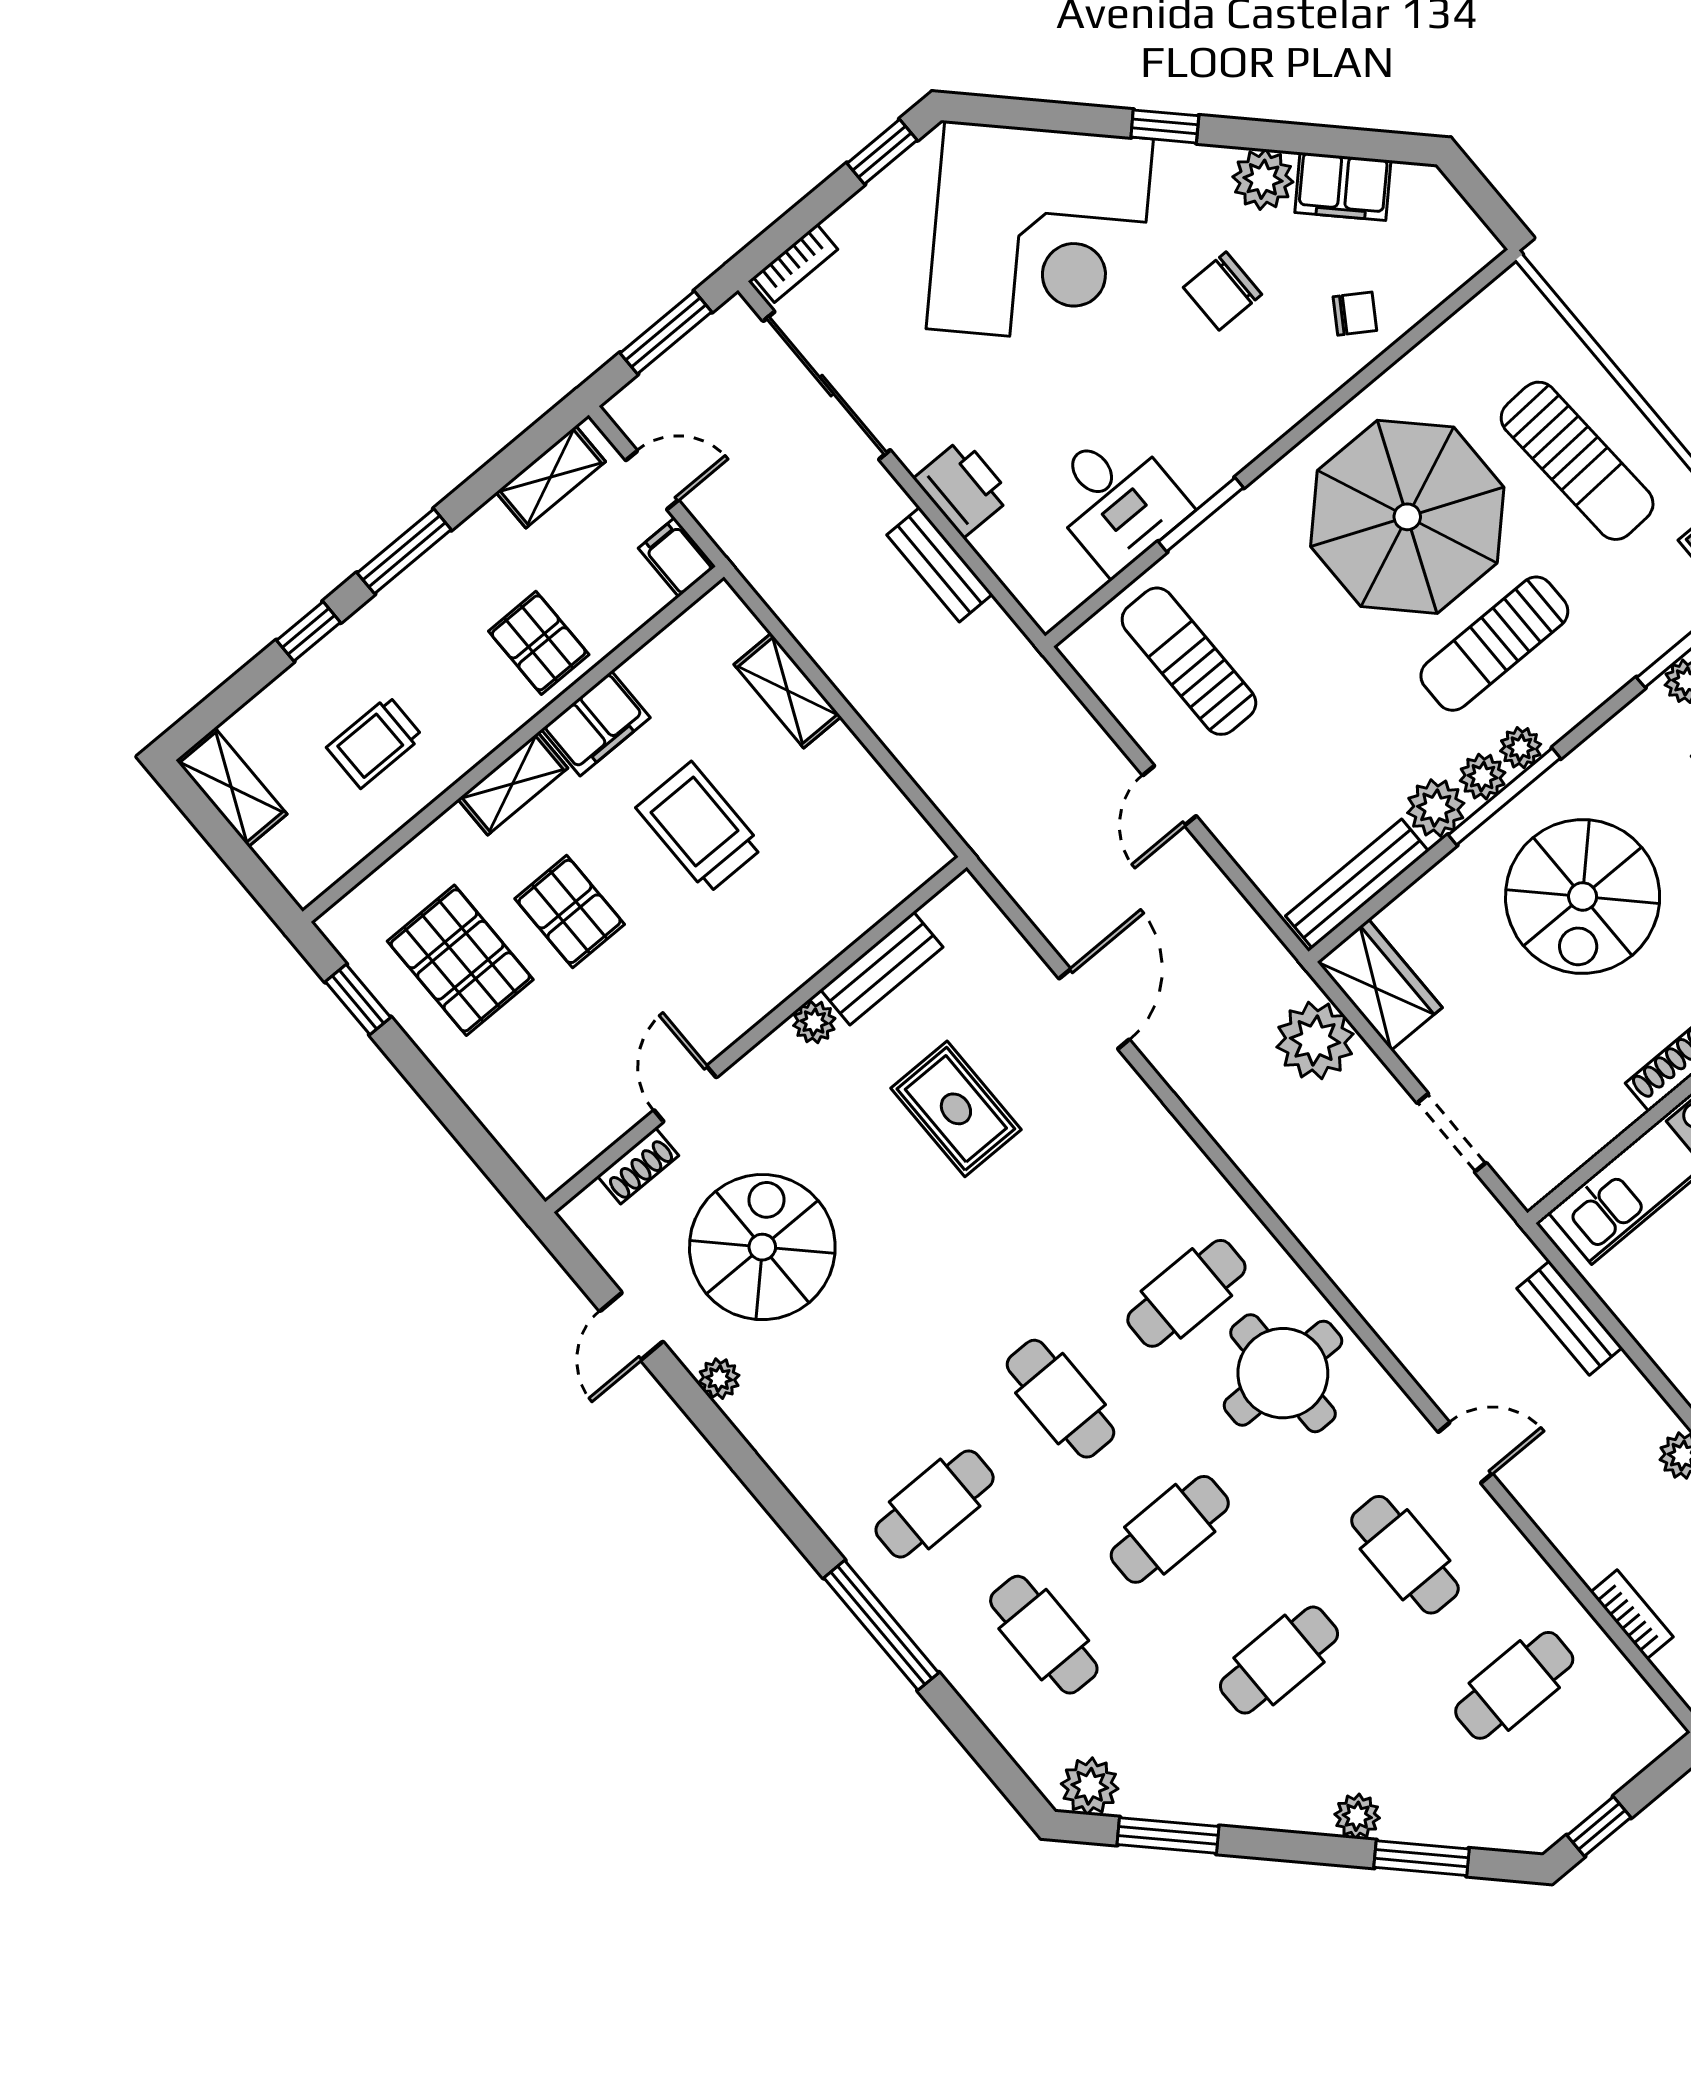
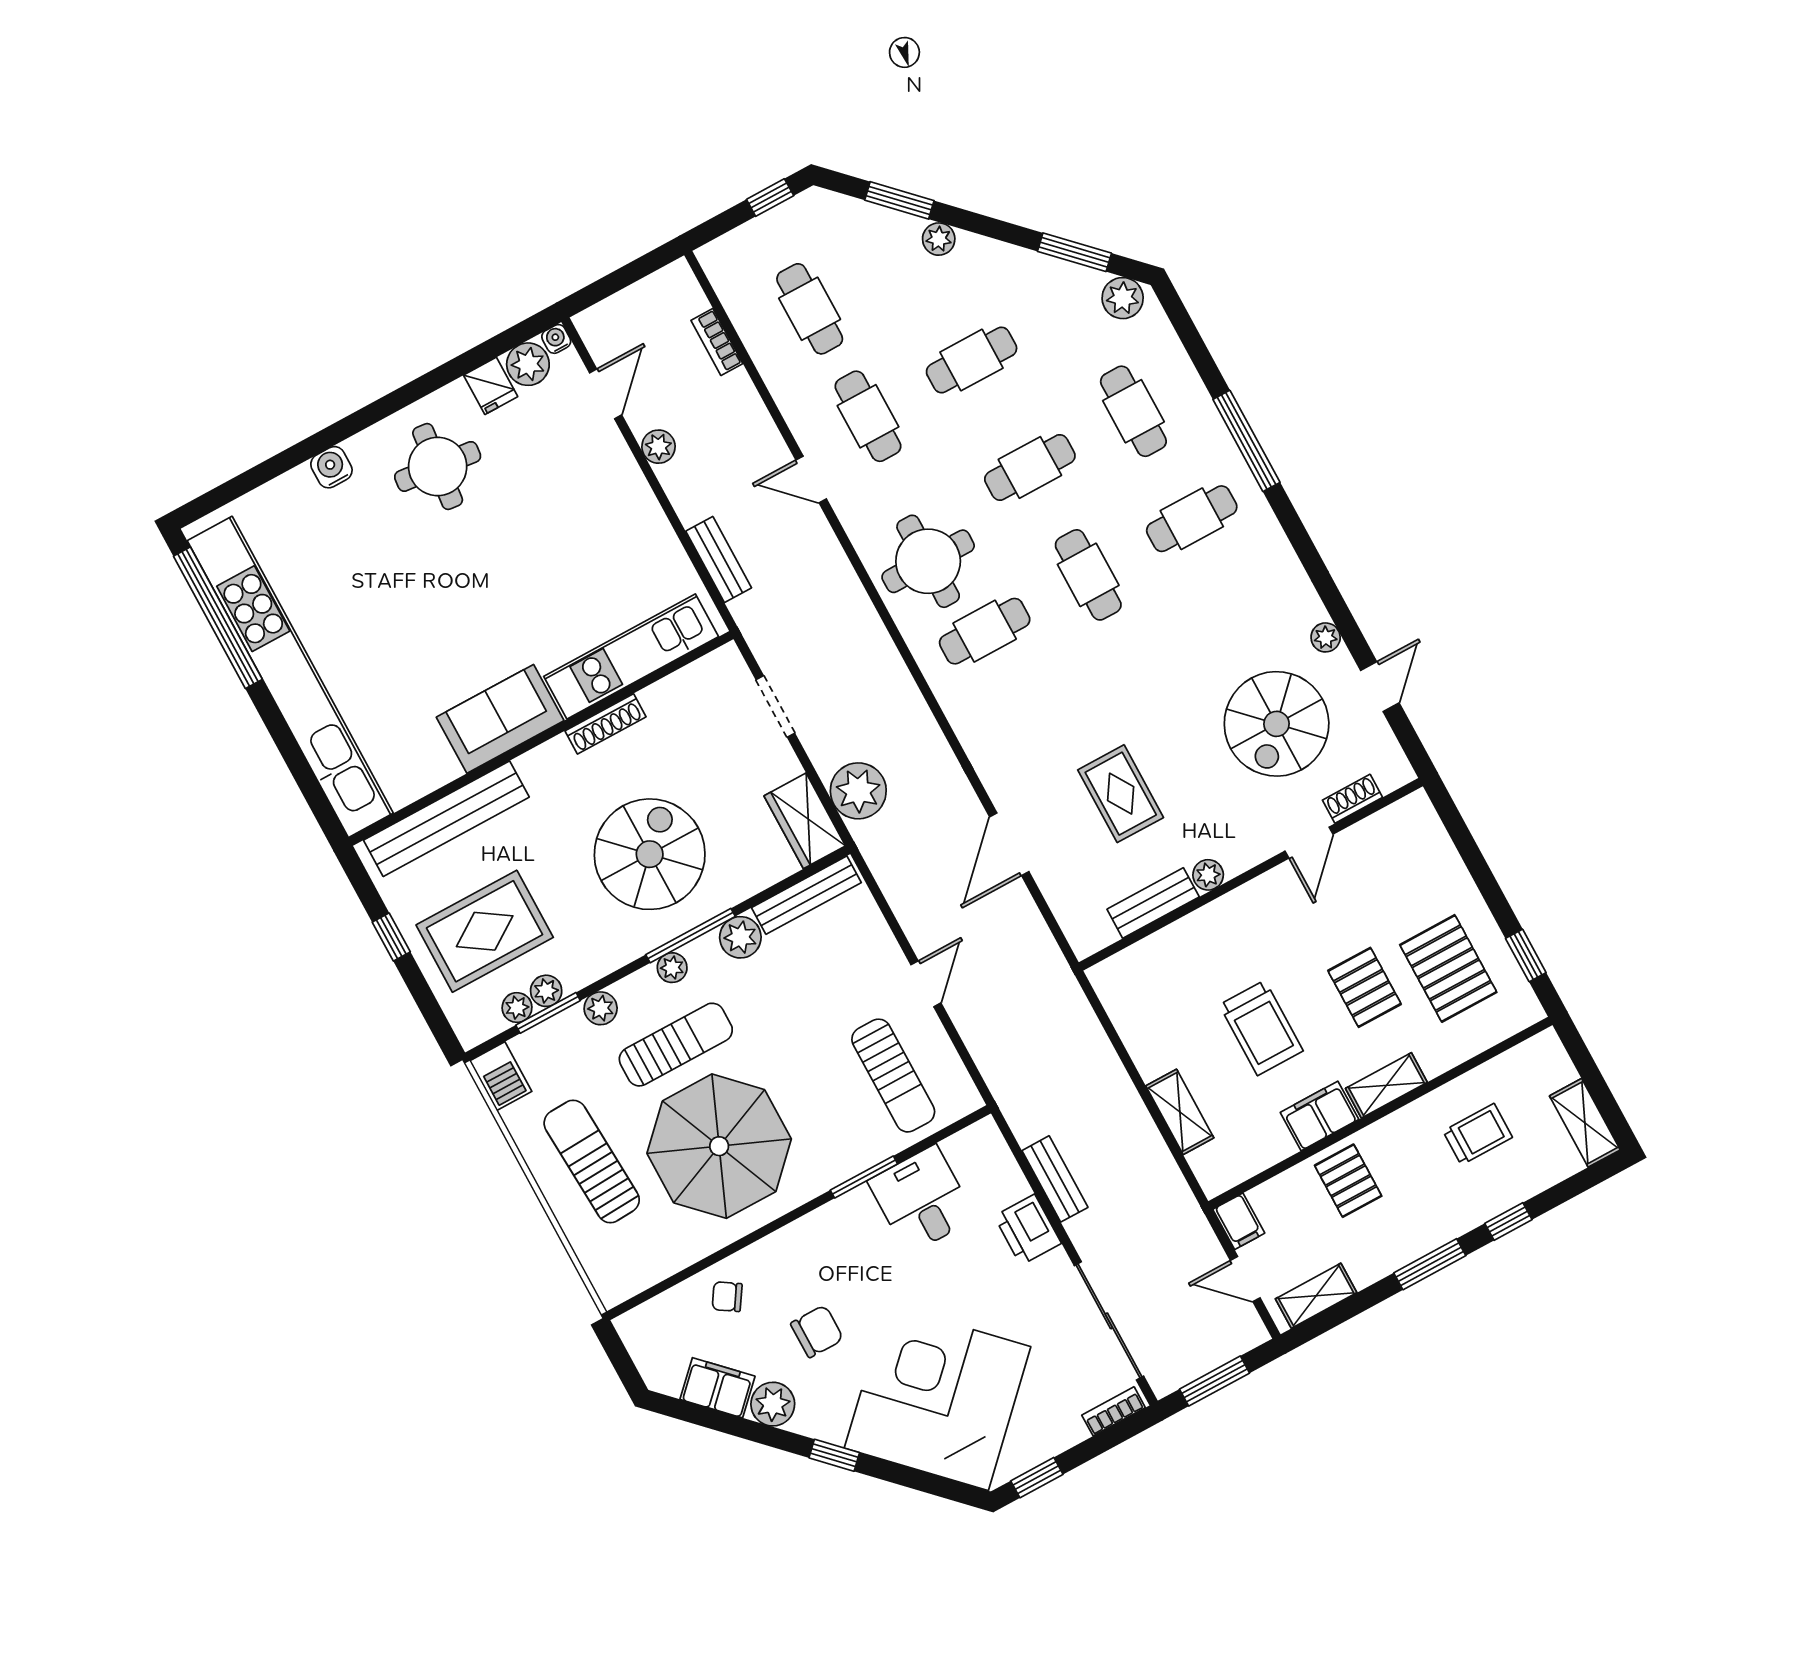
plant: (1483, 777) -> (601, 1008), moved
cafe table: (1514, 1685) -> (810, 309), turned 90

